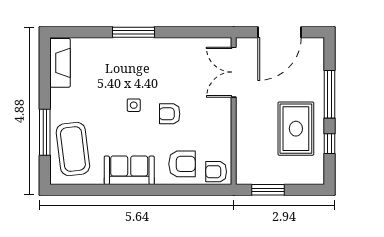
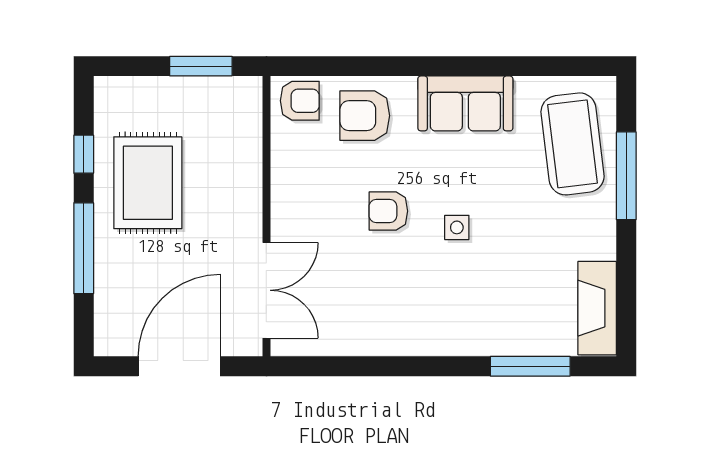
window: (134, 32) -> (530, 366), moved
armchair: (170, 114) -> (388, 211), turned 180

